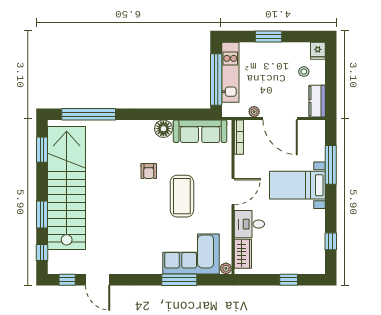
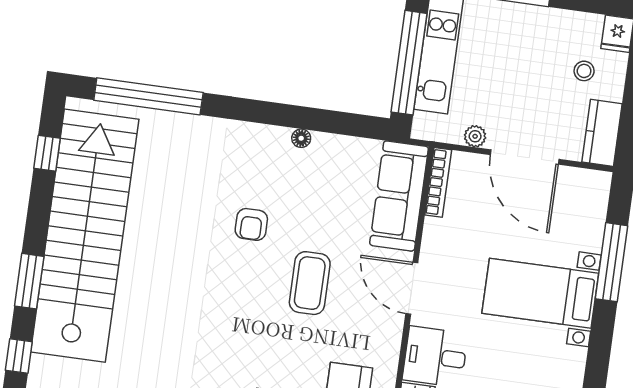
floor lamp: (163, 129) -> (301, 138), width x0.53, depth x0.53
sofa: (200, 131) -> (399, 196), moved, turned 90
window: (42, 150) -> (47, 153), width x0.67
door: (233, 192) -> (412, 288), swing flipped
coffee table: (182, 196) -> (310, 283), width x0.73, depth x0.76

